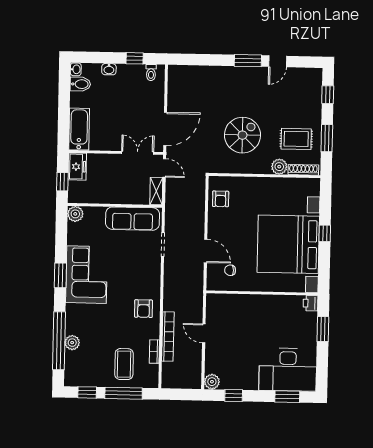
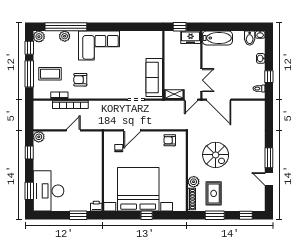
plant: (75, 214) -> (39, 37), moved
window: (60, 275) -> (113, 27), removed
corner sofa: (86, 275) -> (99, 45), moved
armchair: (143, 309) -> (80, 80), moved

